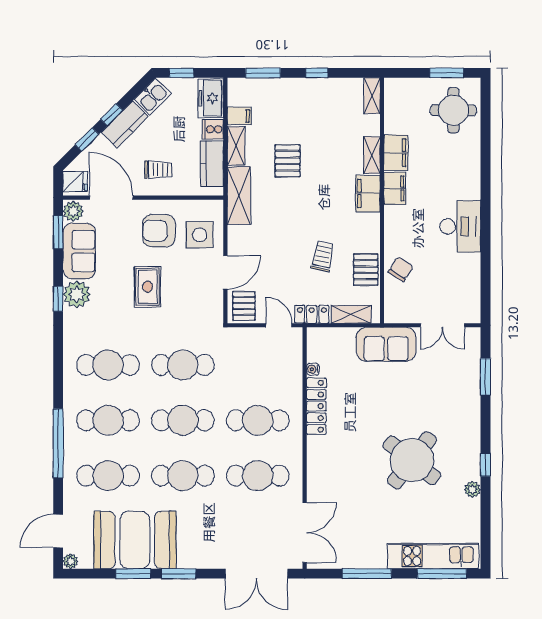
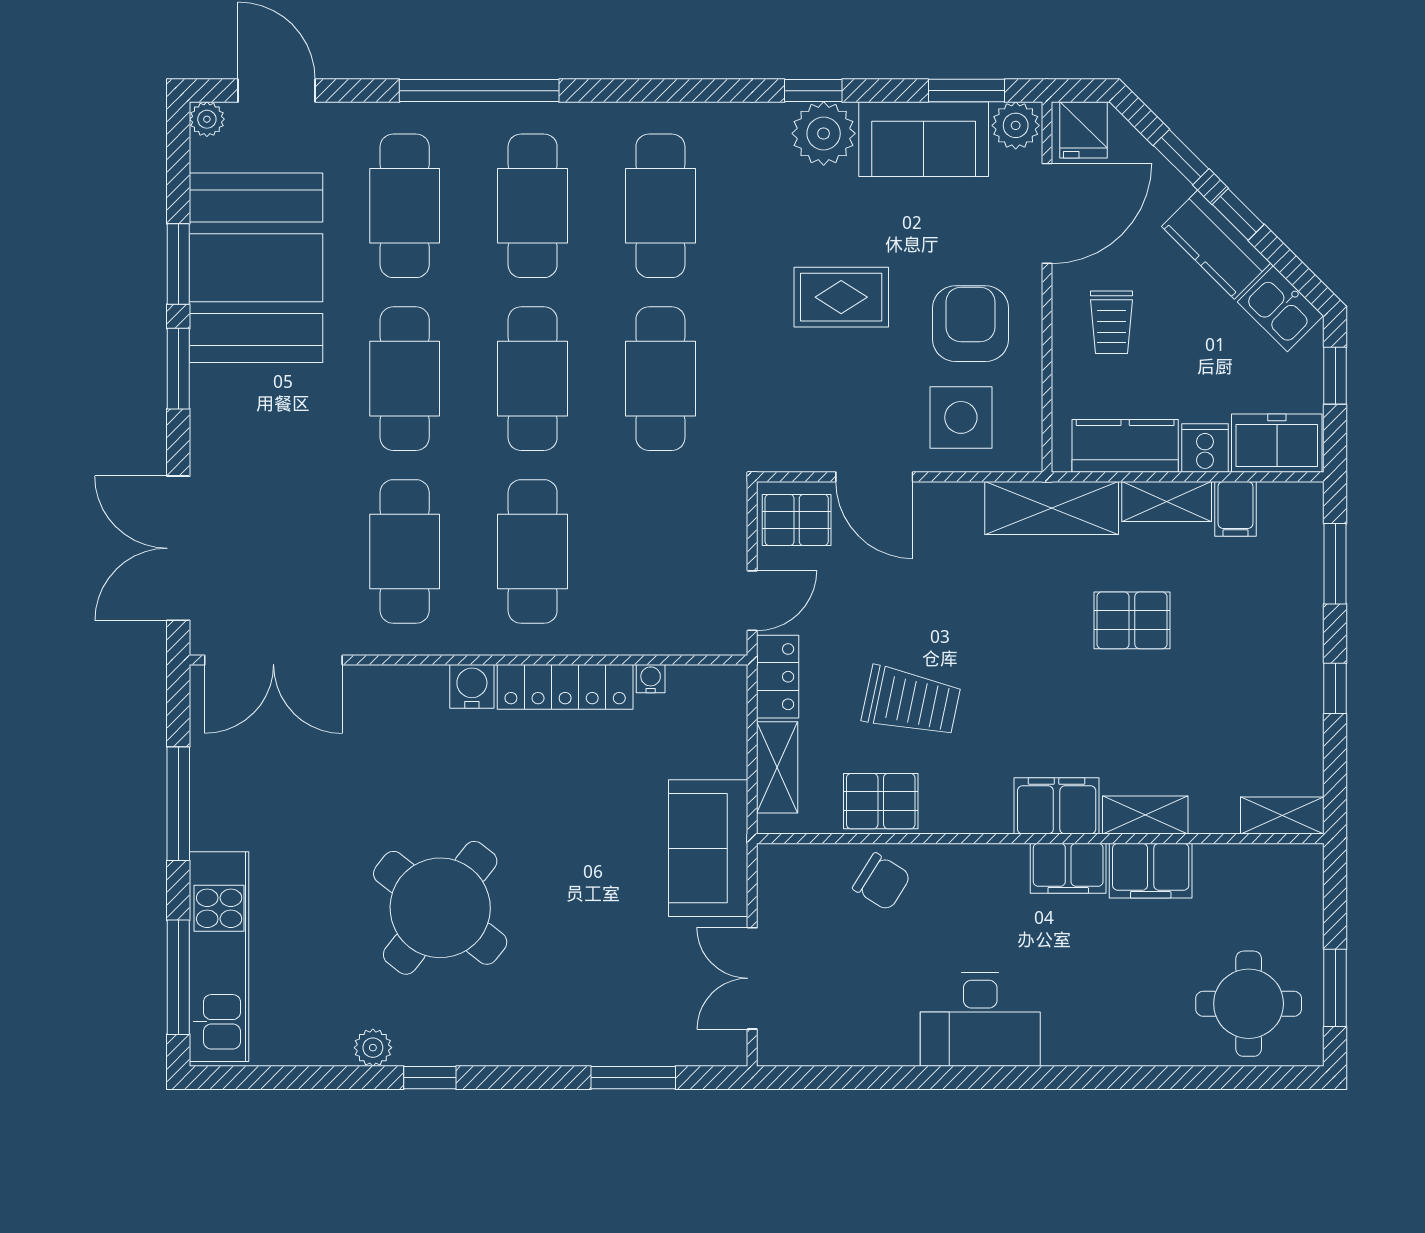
trolley: (323, 256) -> (911, 702), width x1.36, depth x1.39
water cooler: (316, 447) -> (472, 686), added

